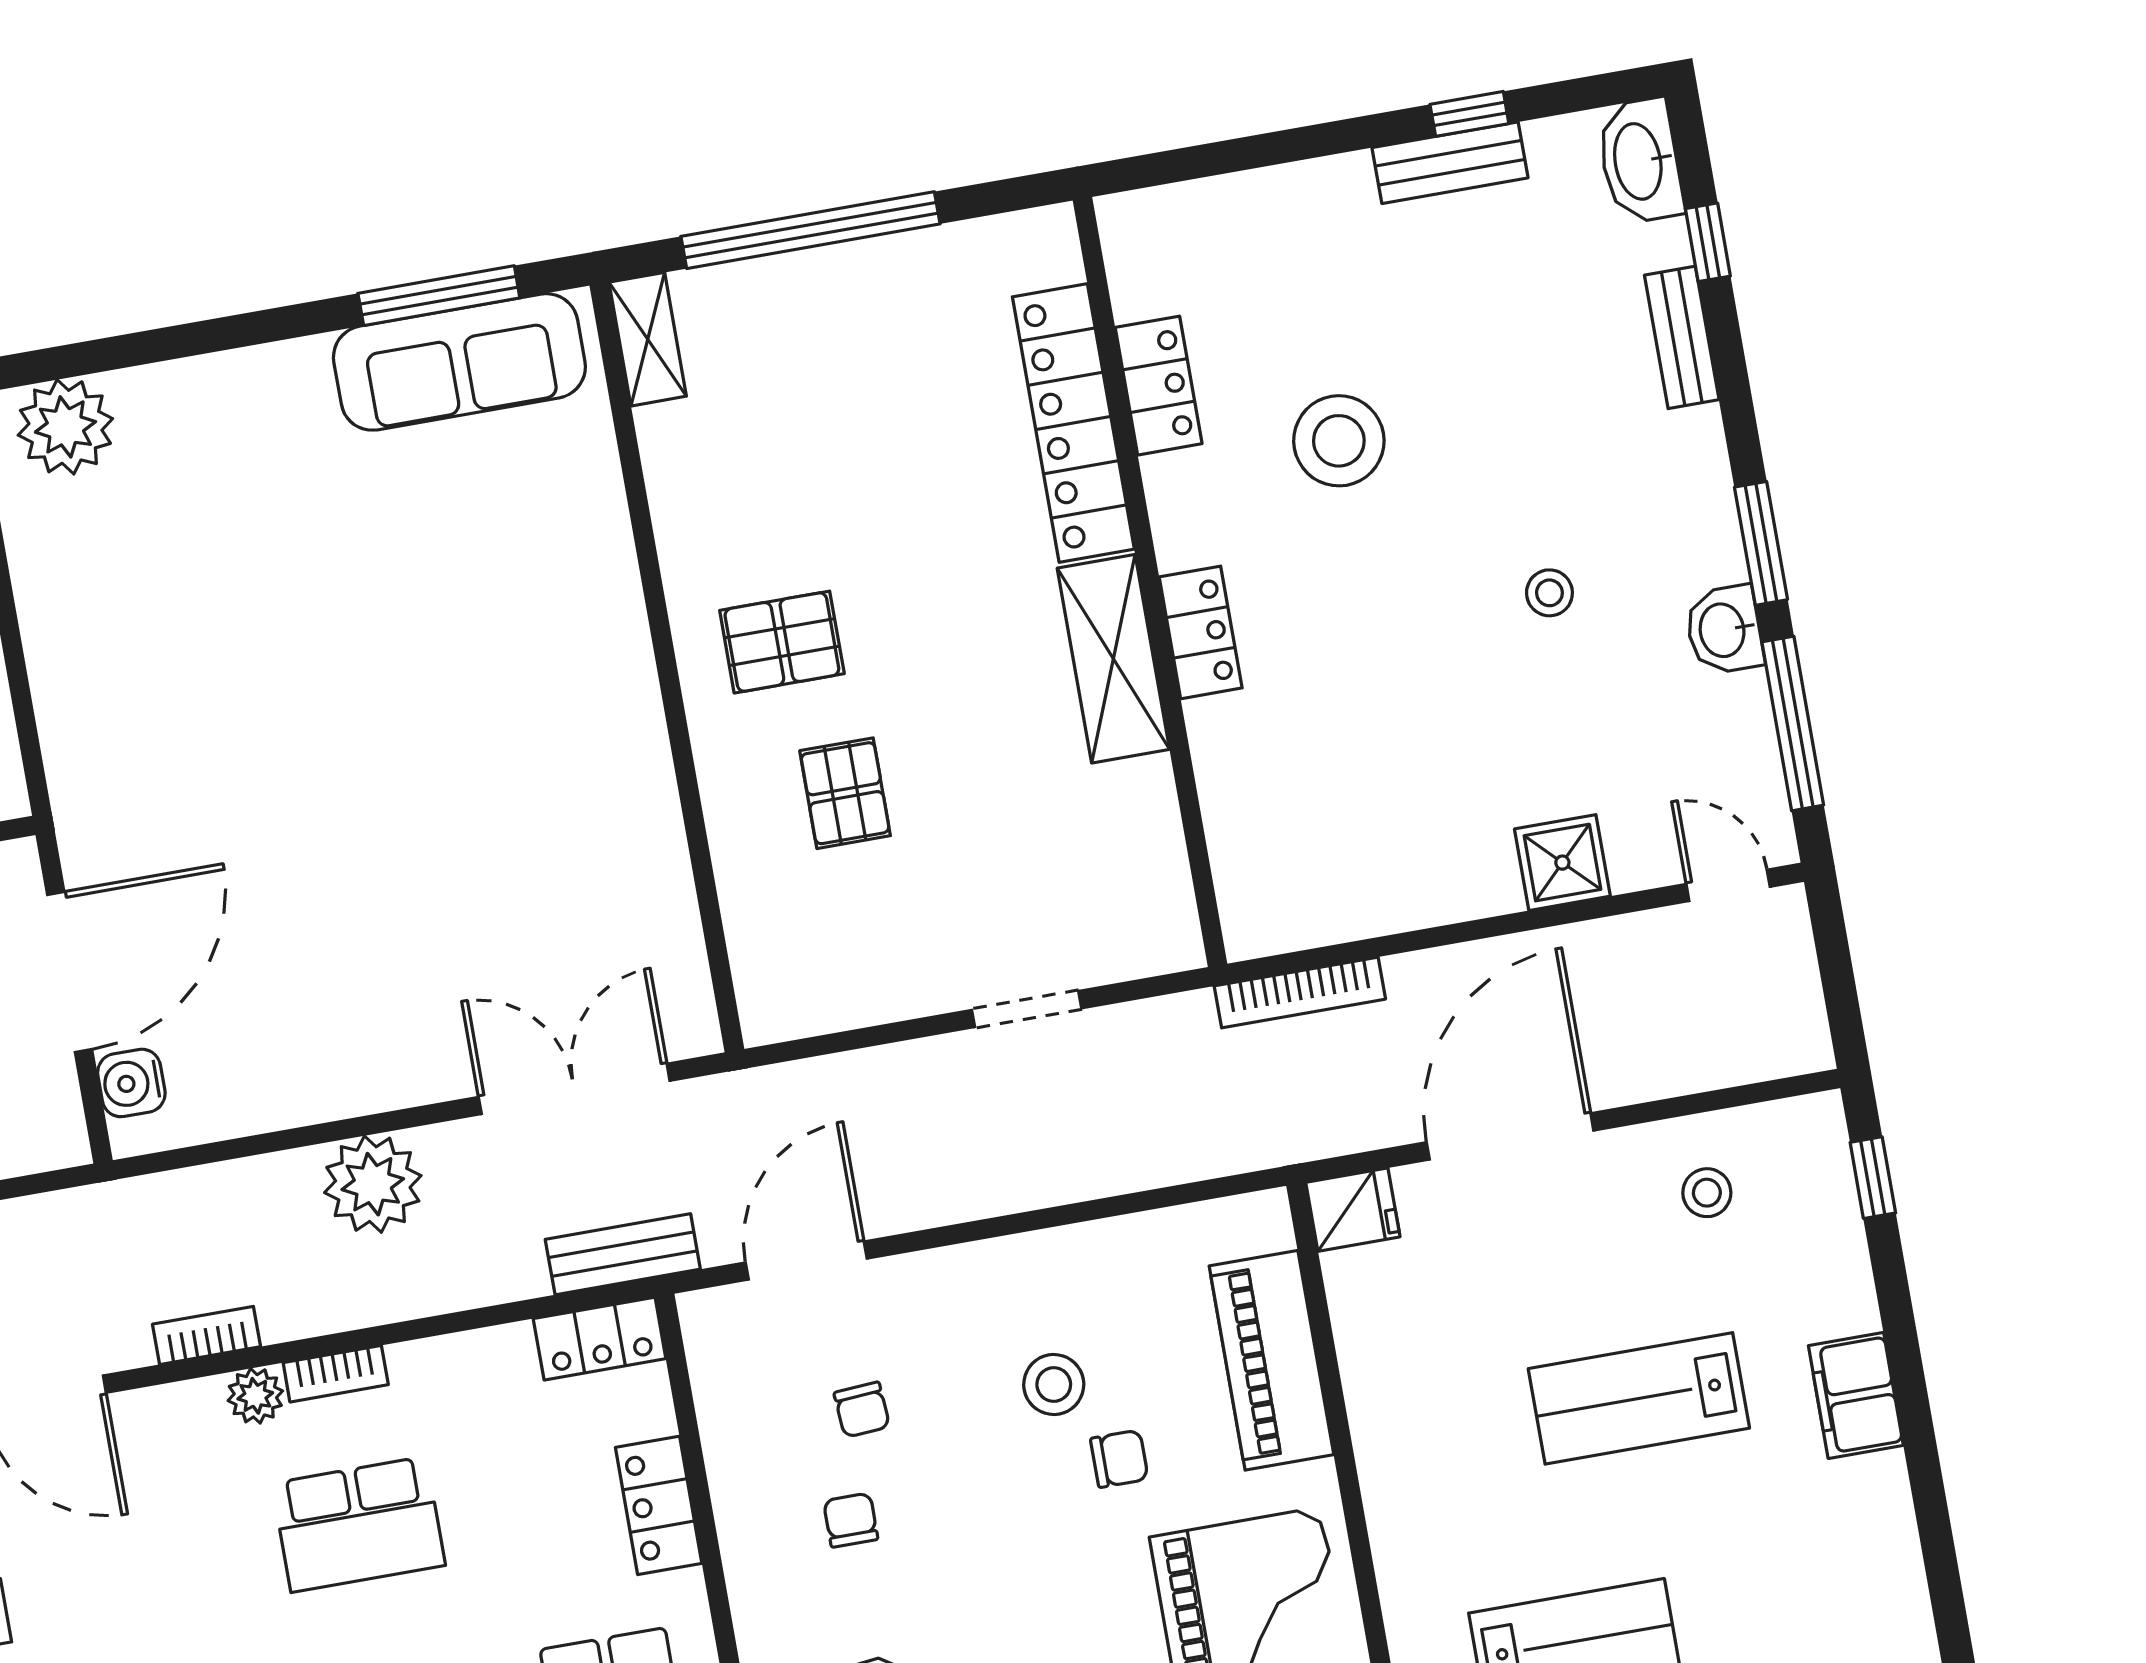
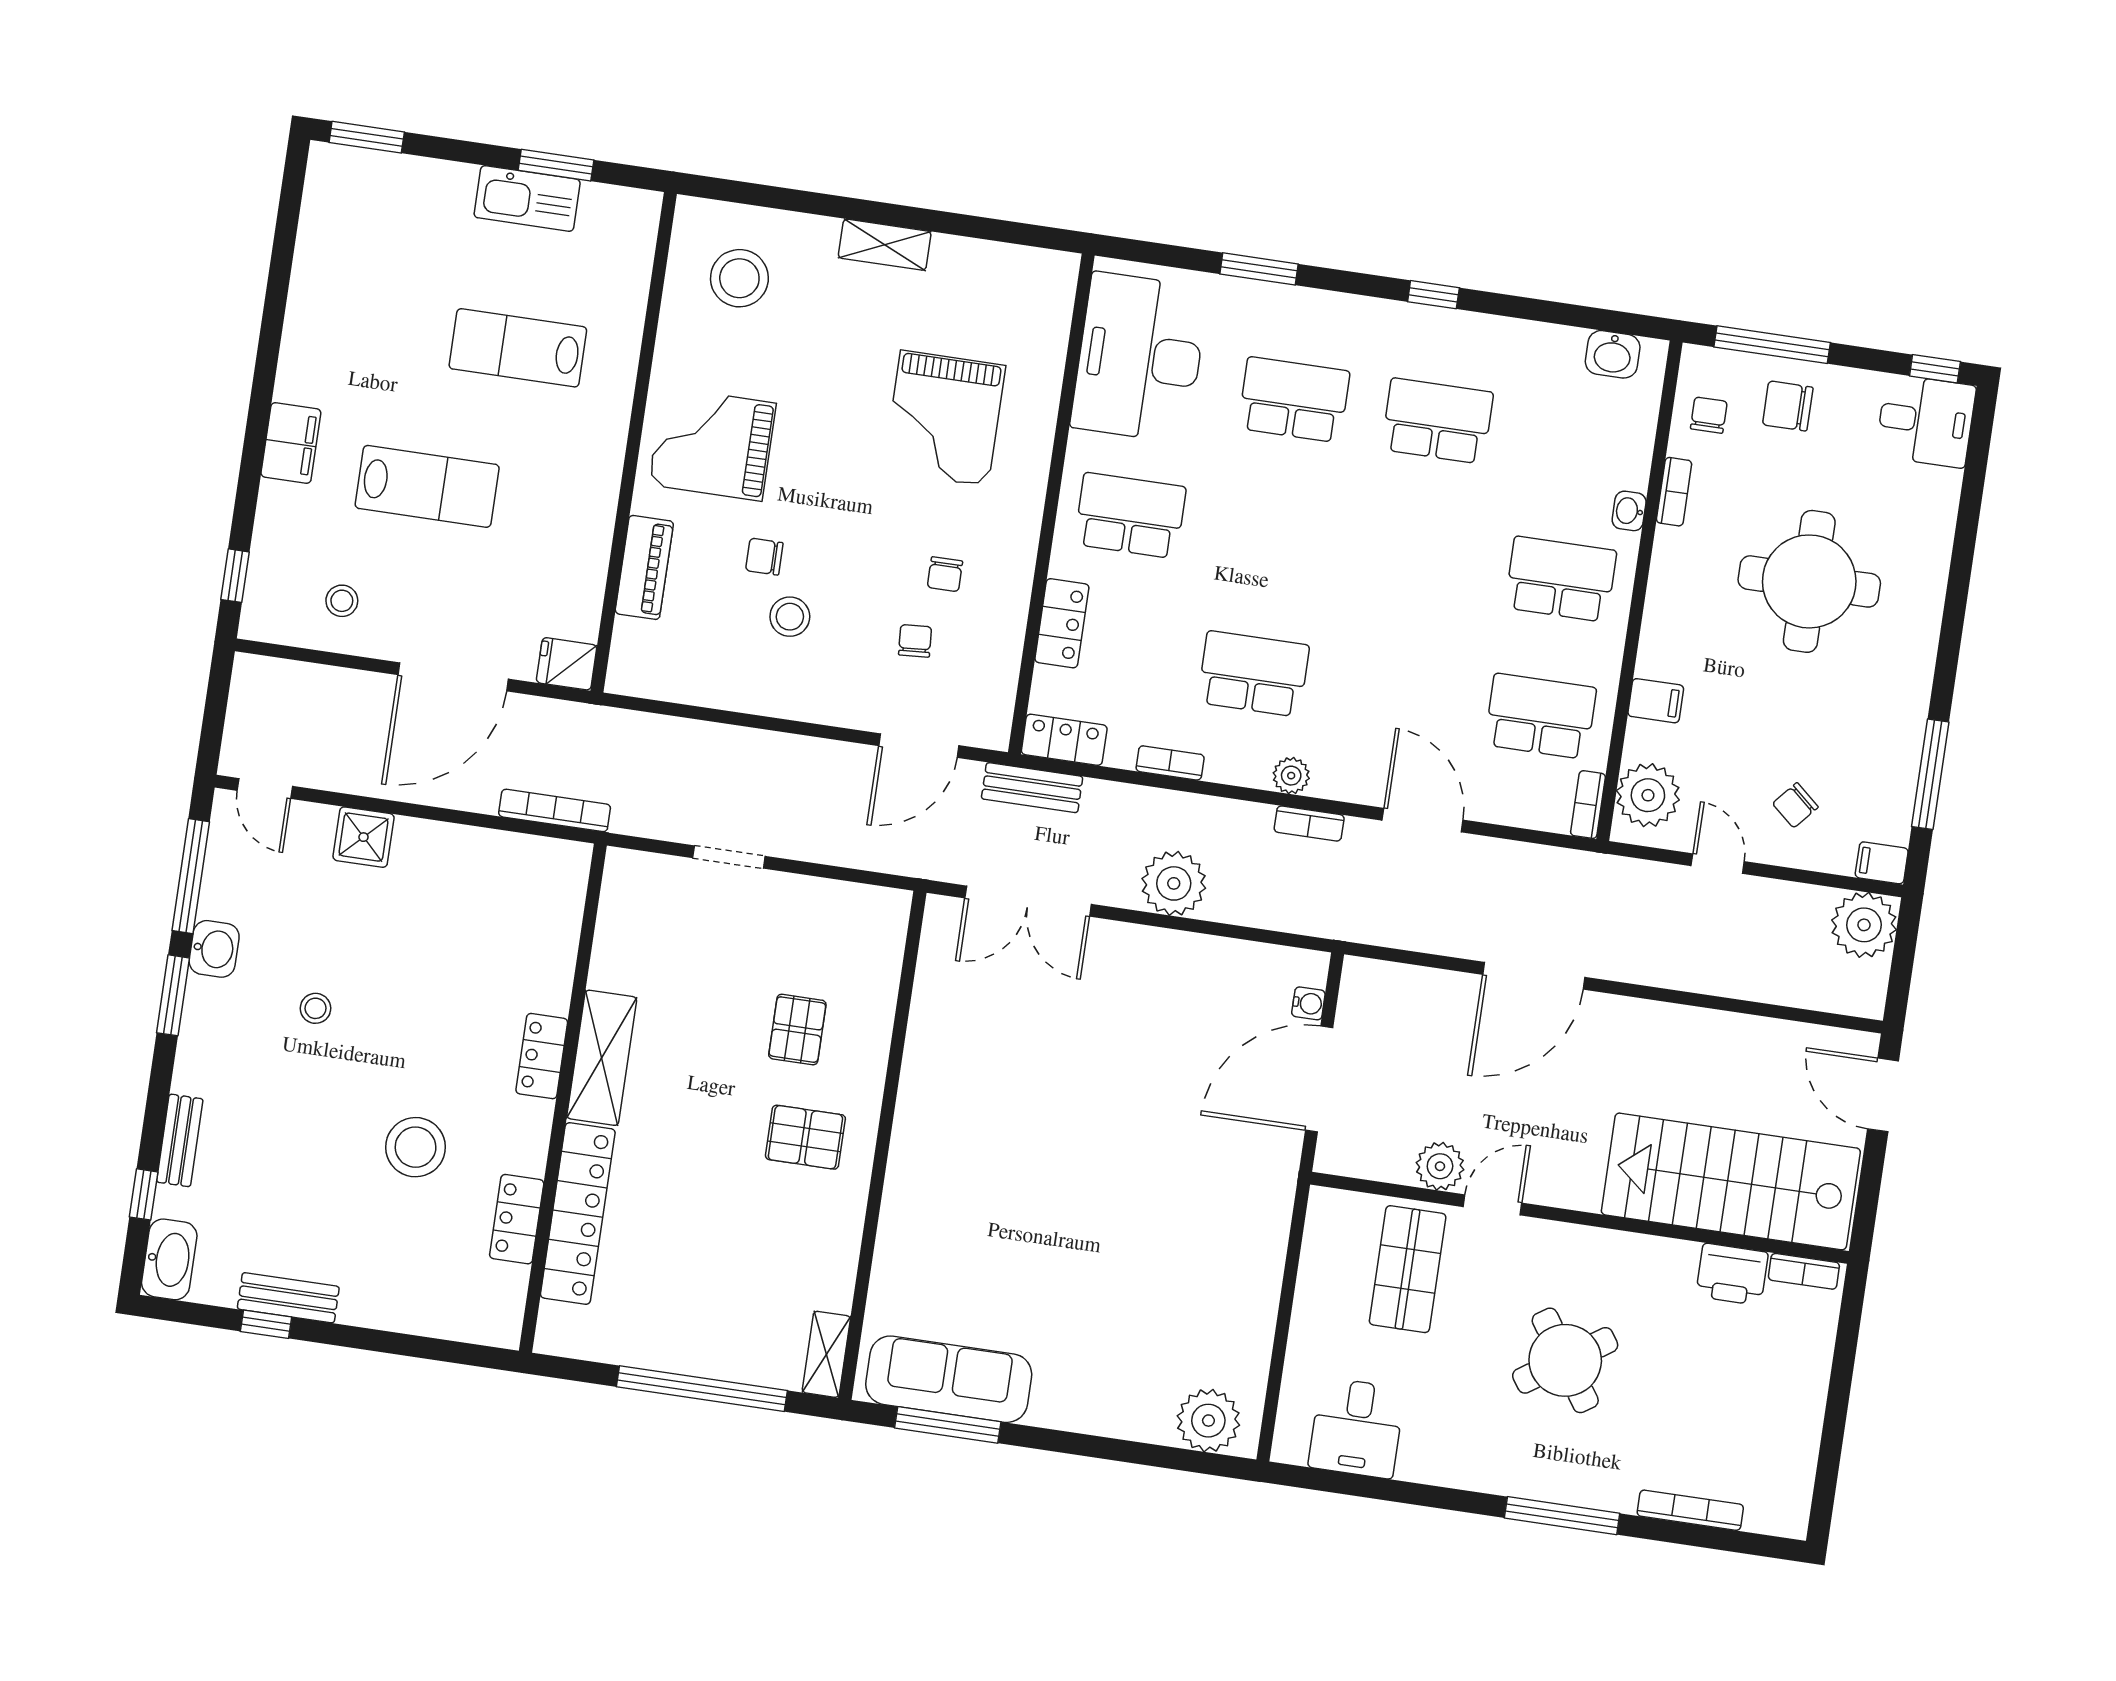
water cooler: (131, 1083) -> (1308, 1003), width x0.72, depth x0.72
piano: (1271, 1360) -> (644, 567), width x0.73, depth x0.75
bookcase: (336, 1374) -> (1170, 763), moved

